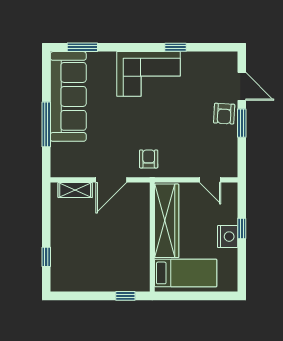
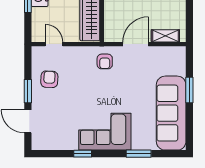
window: (82, 47) -> (139, 154), moved
armchair: (224, 114) -> (49, 79), moved
window: (46, 124) -> (189, 90), width x0.69

